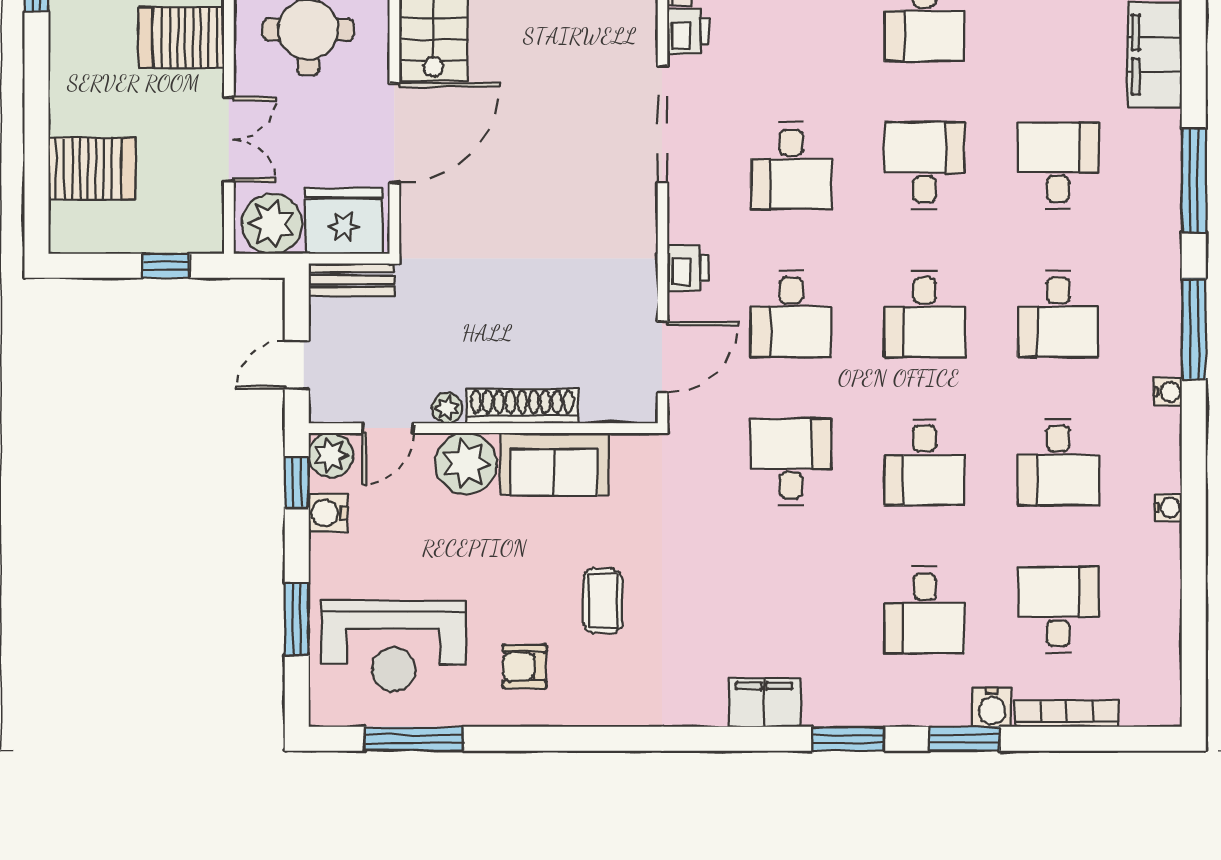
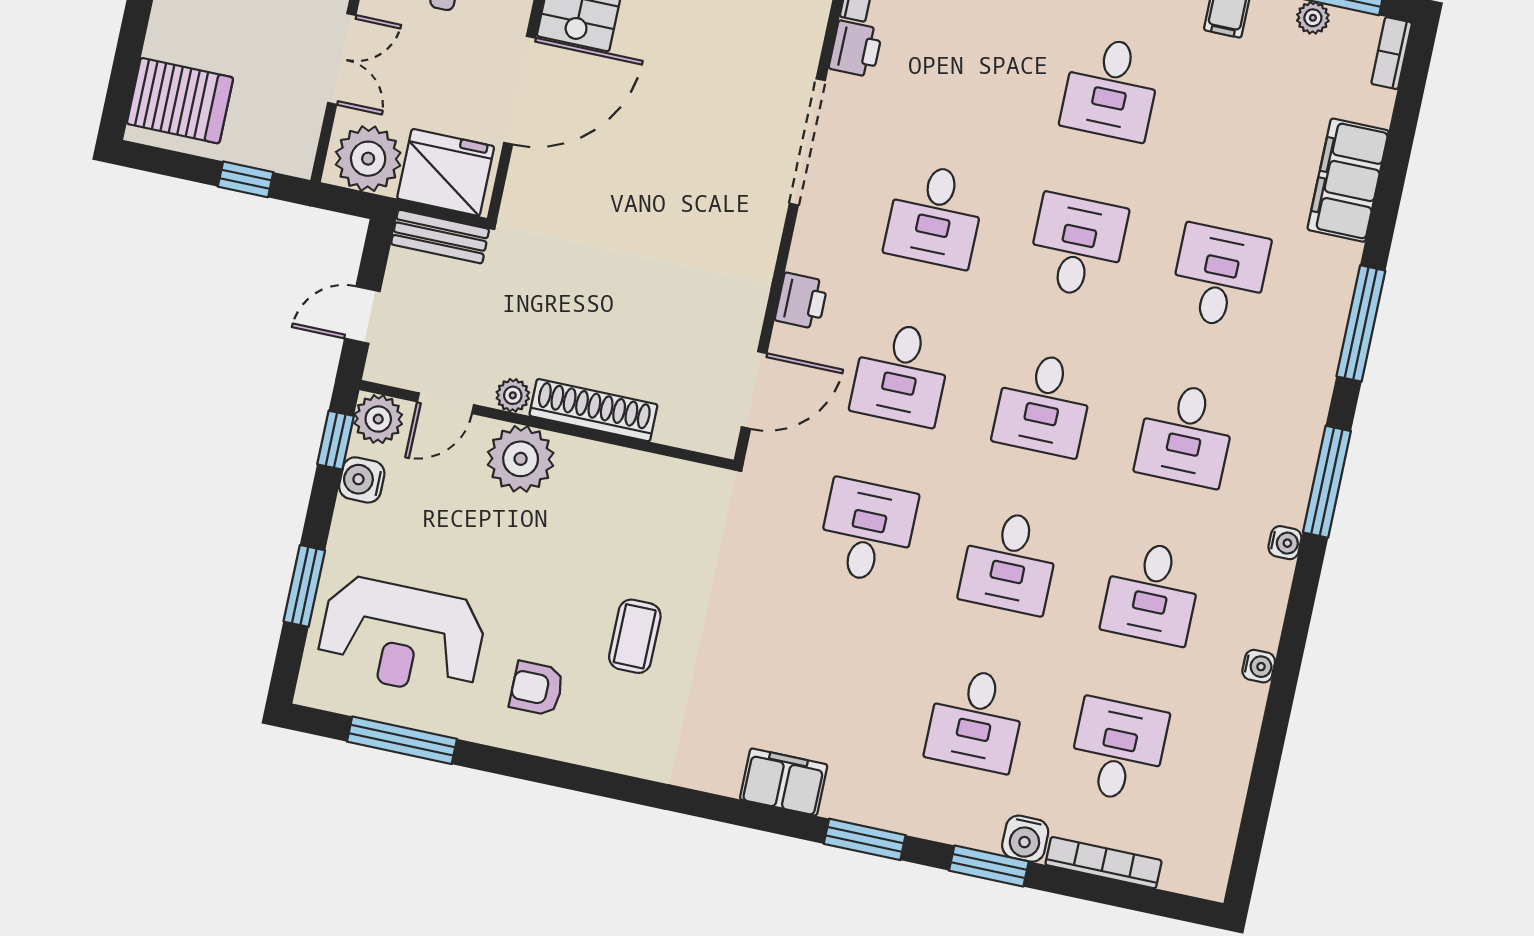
server rack: (92, 169) -> (180, 101), moved
sofa: (554, 464) -> (614, 480), removed

